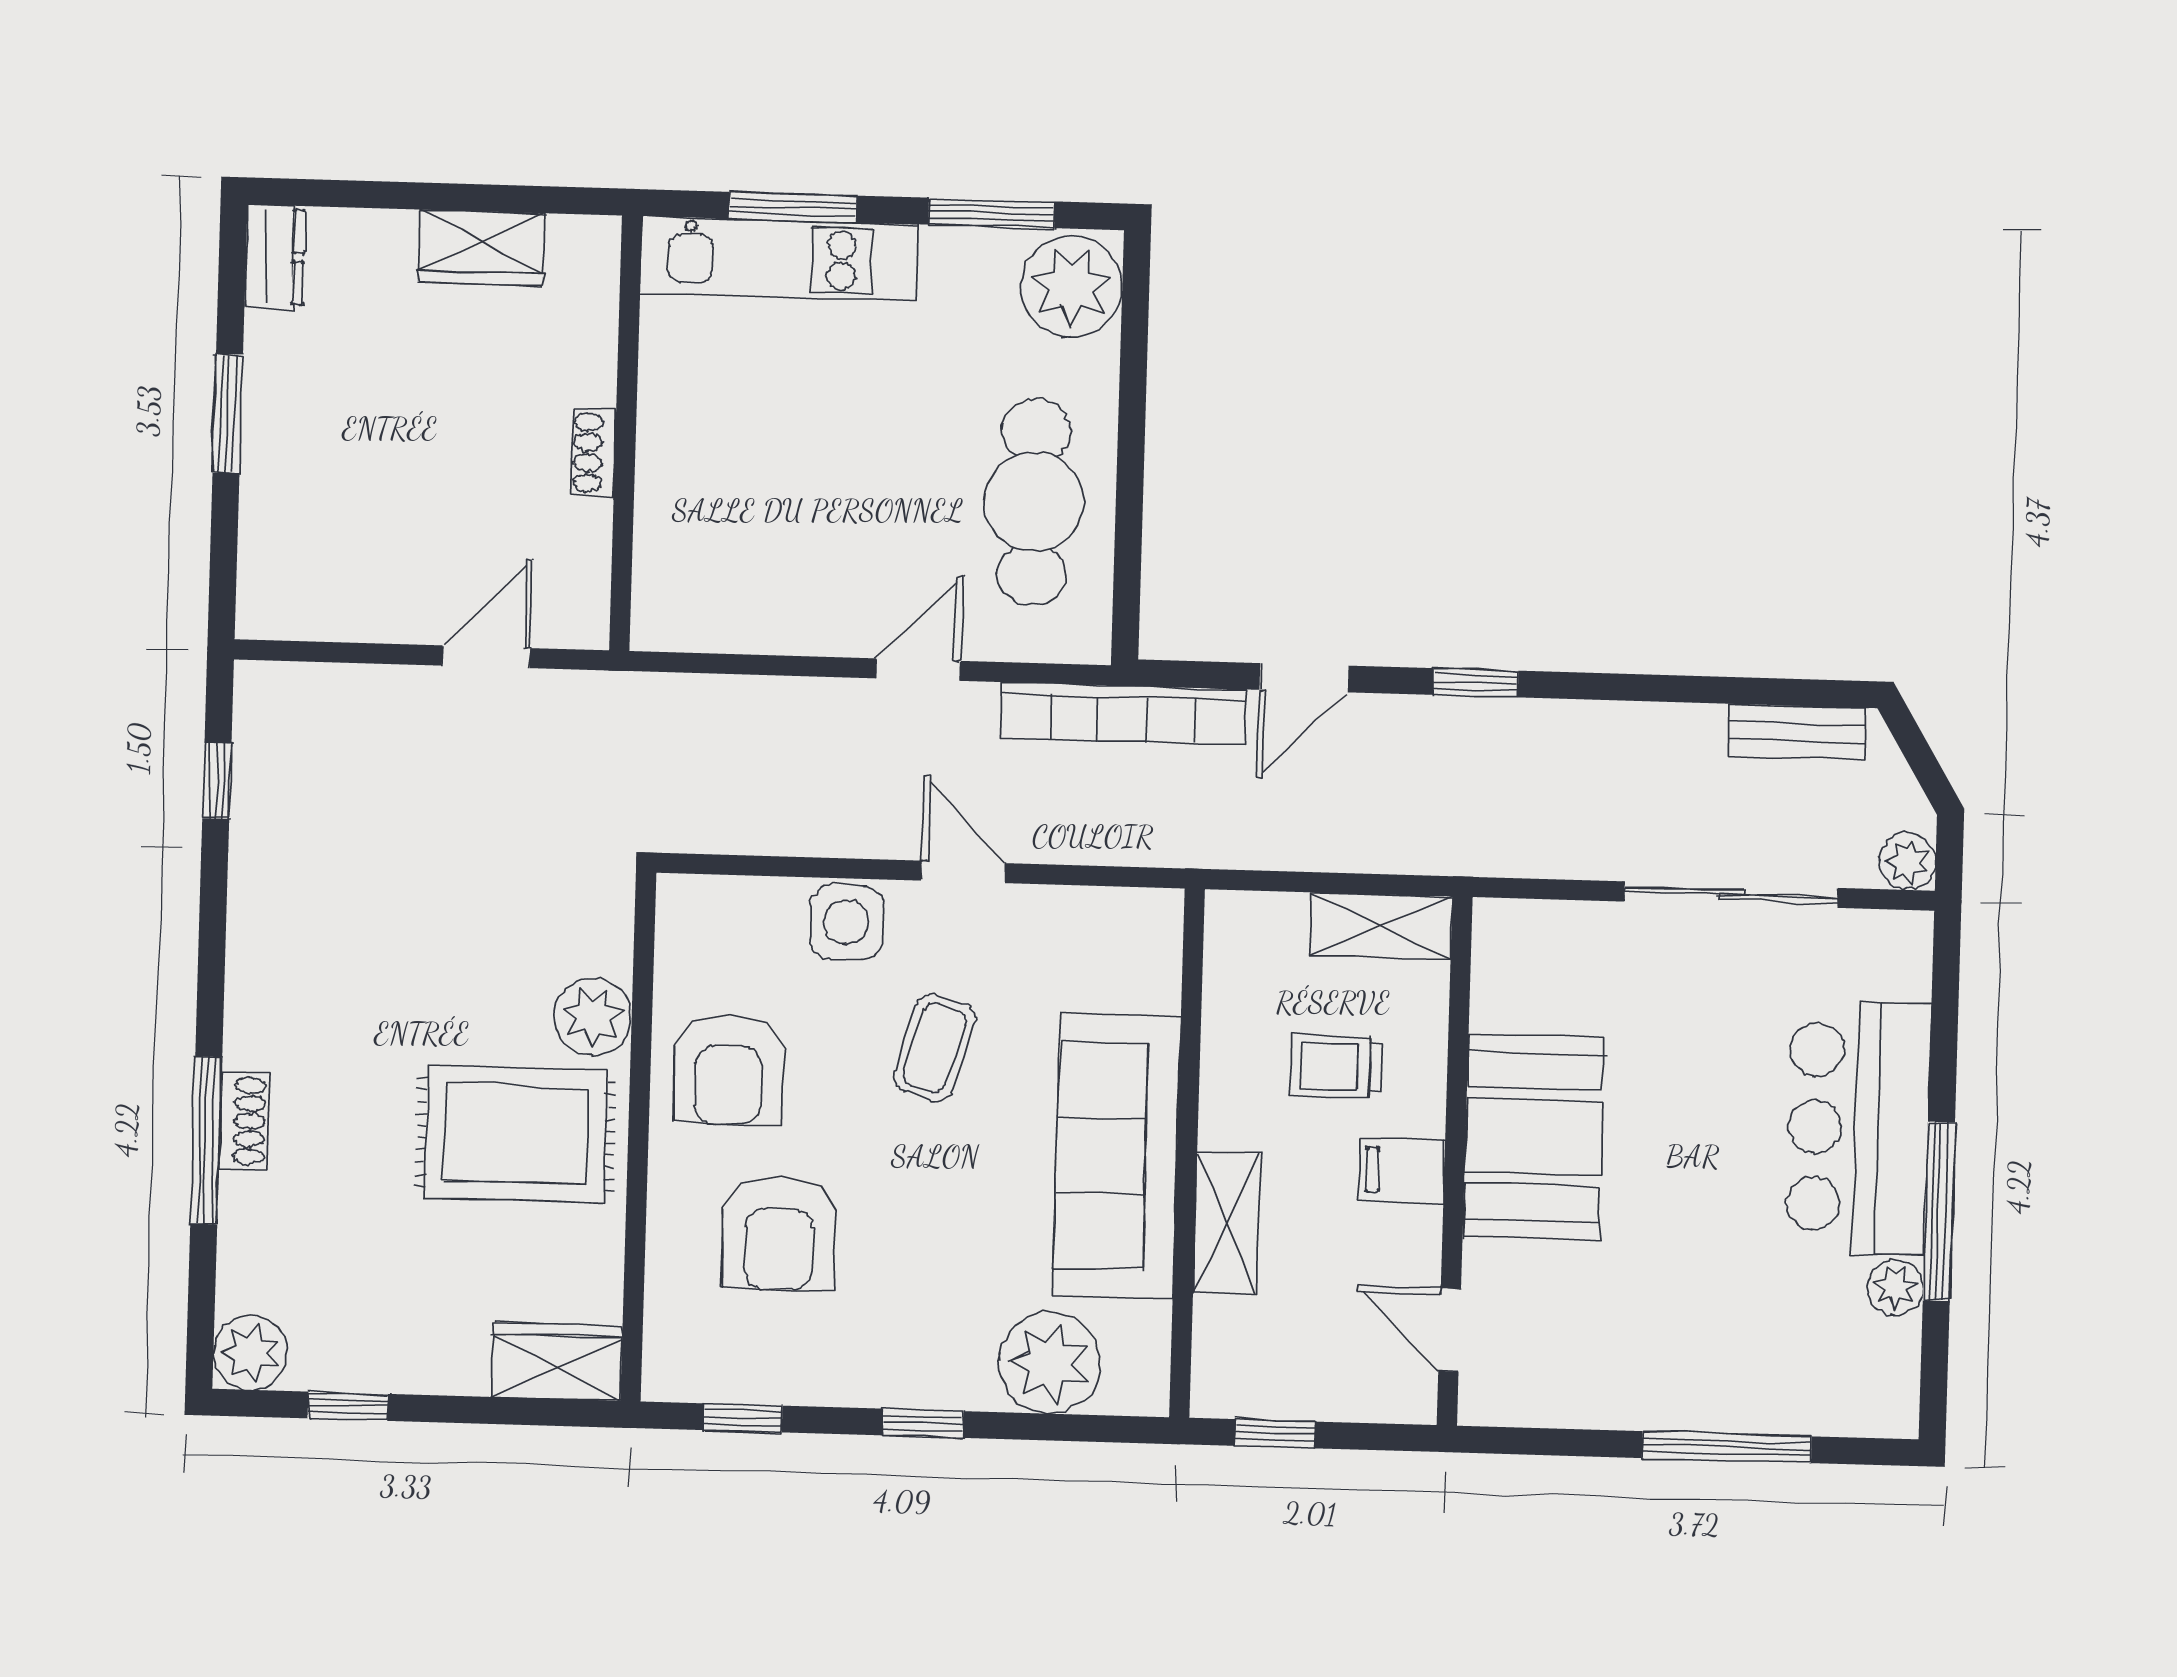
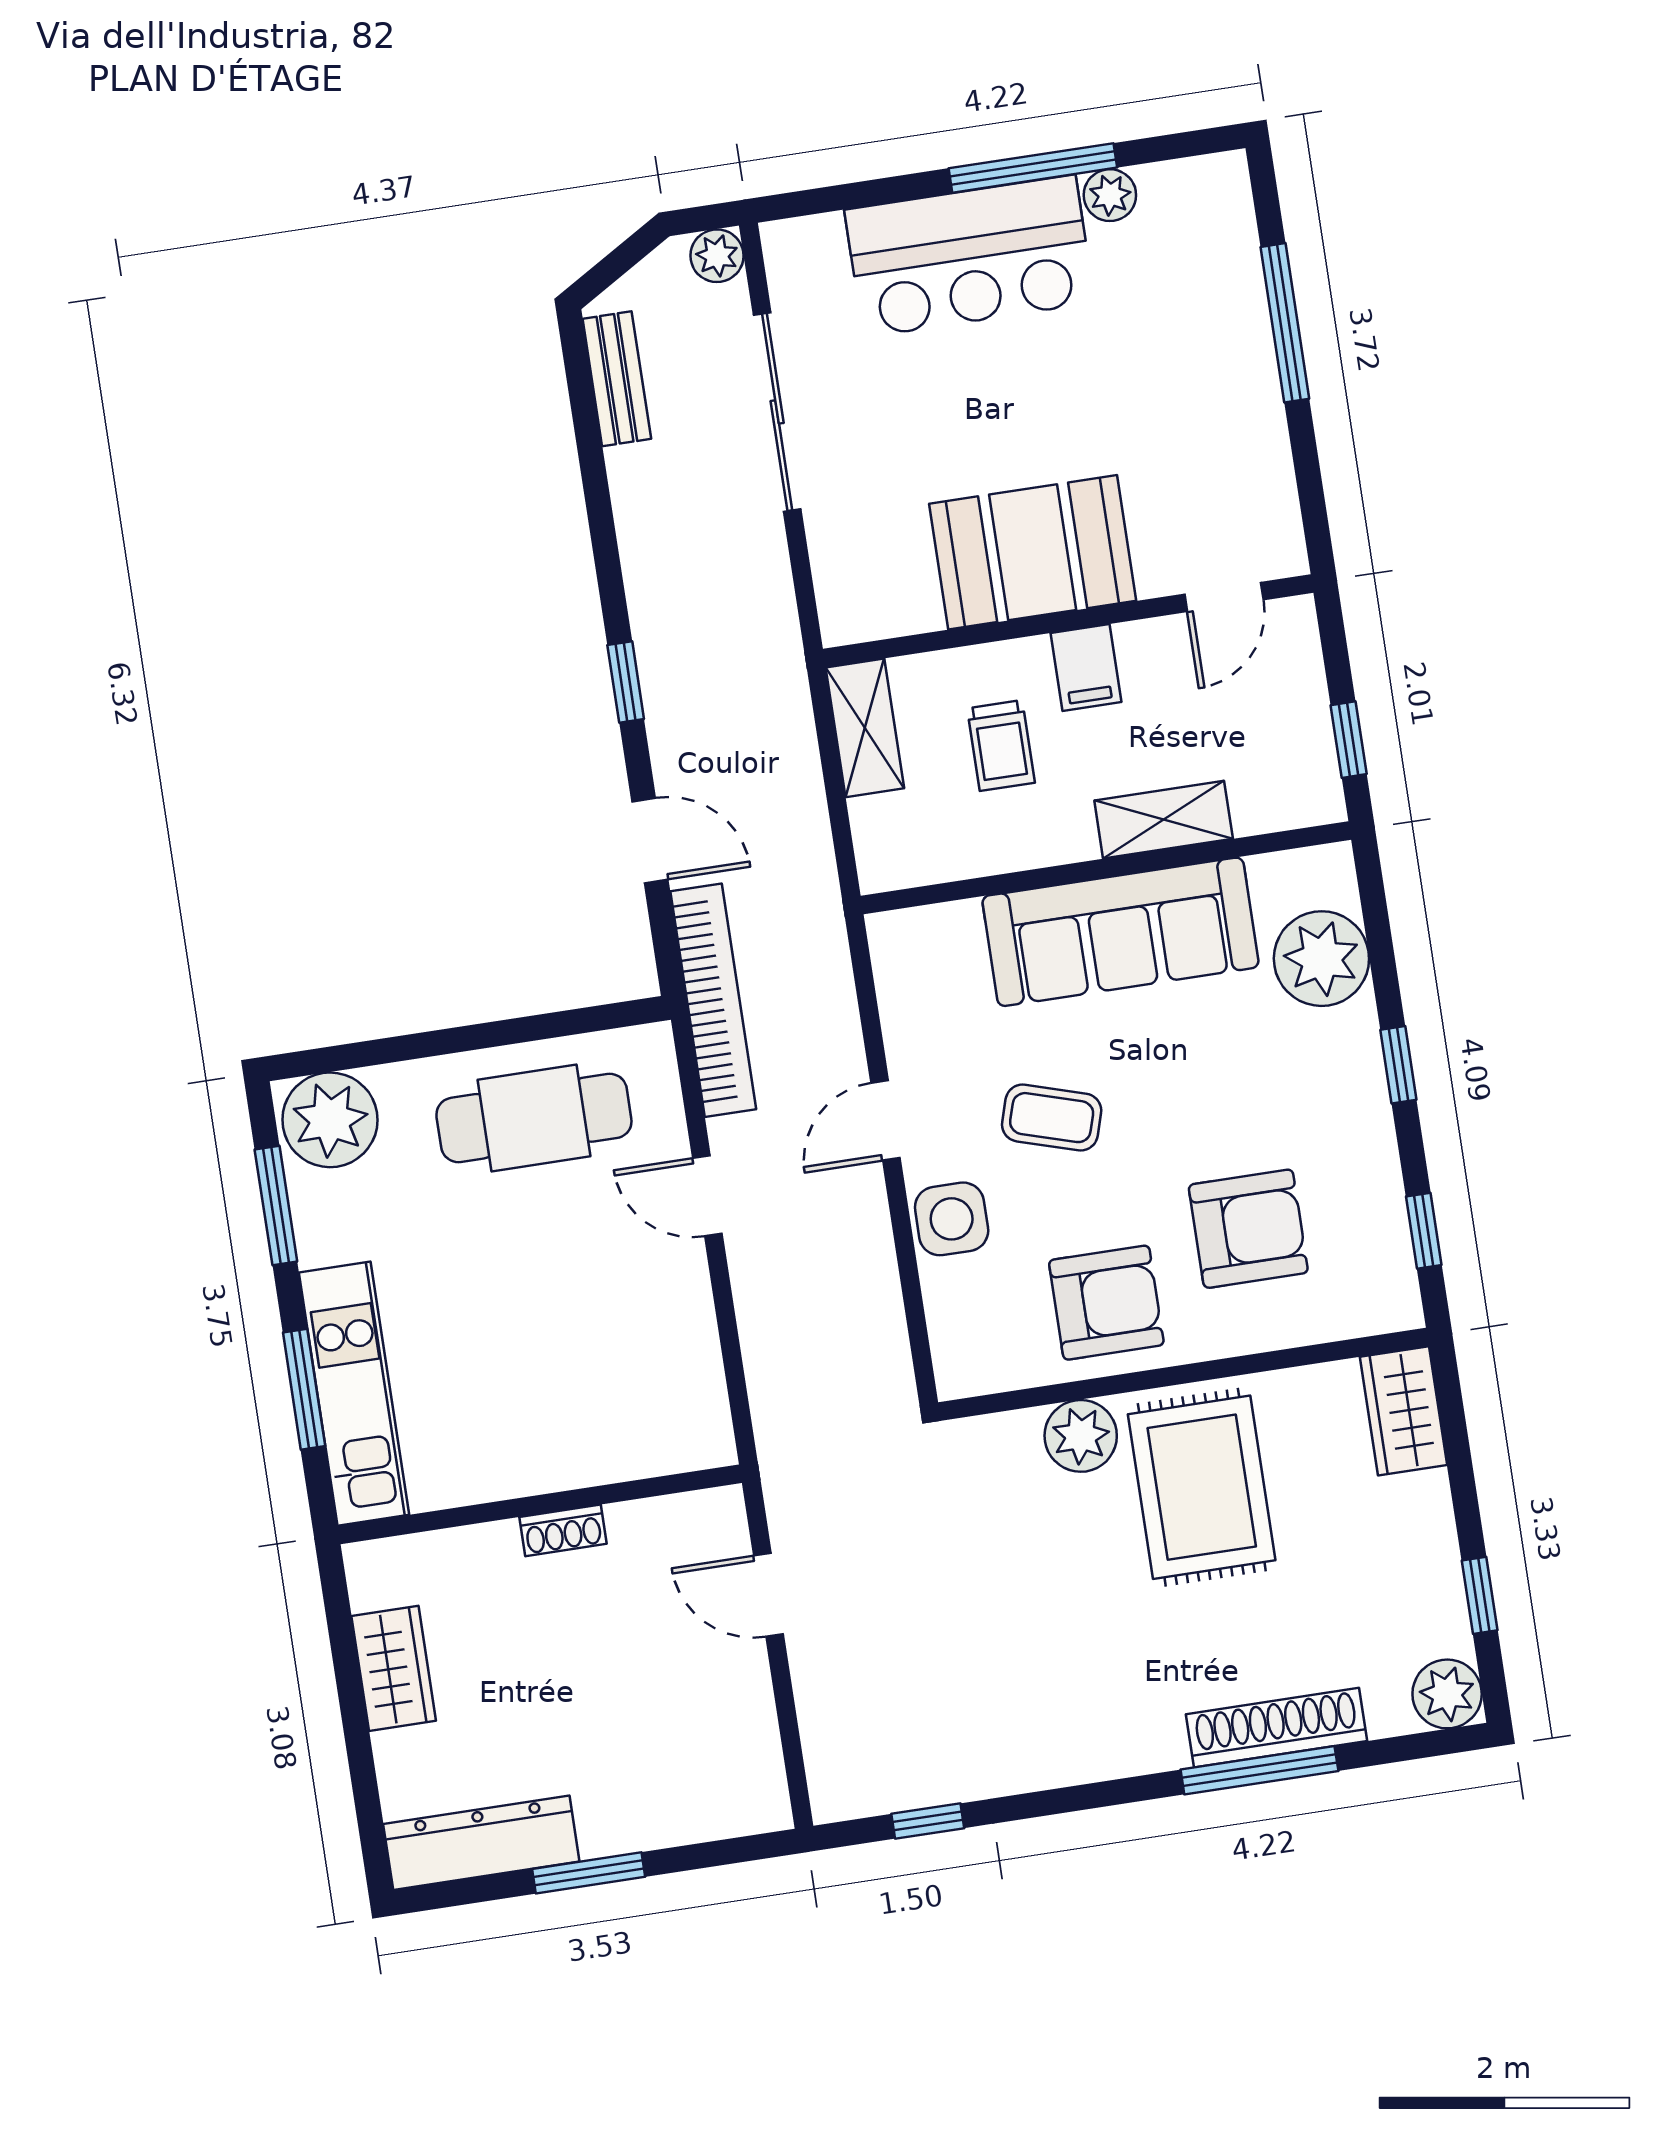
dresser: (275, 257) -> (481, 1843), width x1.96, depth x1.24
shoe rack: (244, 1121) -> (1277, 1728), width x1.94, depth x1.24

